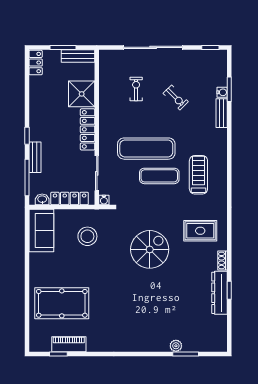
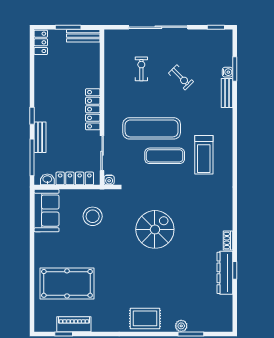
shower: (82, 94) -> (87, 74), removed
treadmill: (198, 175) -> (204, 155), turned 180
rug: (200, 231) -> (145, 318), moved

